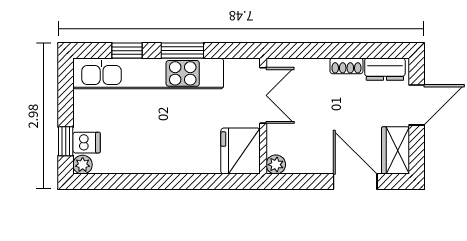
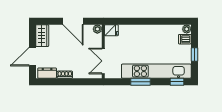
window: (127, 51) -> (177, 82), moved
window: (66, 141) -> (194, 54), moved
fridge: (241, 151) -> (111, 30), width x0.53, depth x0.75
door: (355, 182) -> (73, 21), moved

